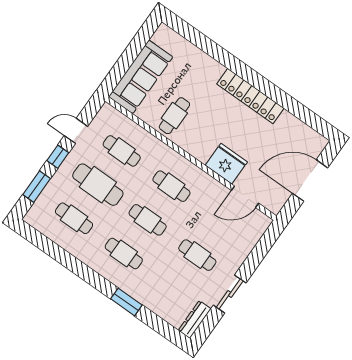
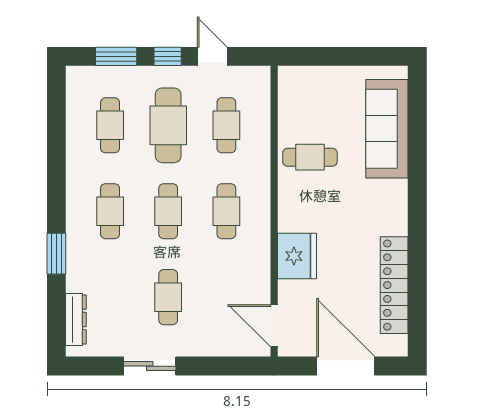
sofa: (141, 77) -> (387, 129), moved, turned 90
locker: (250, 96) -> (394, 285), moved
door: (245, 197) -> (274, 326), moved
dresser: (195, 320) -> (76, 320), moved, turned 90

